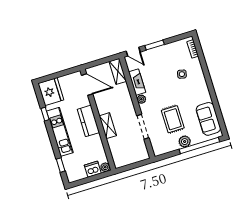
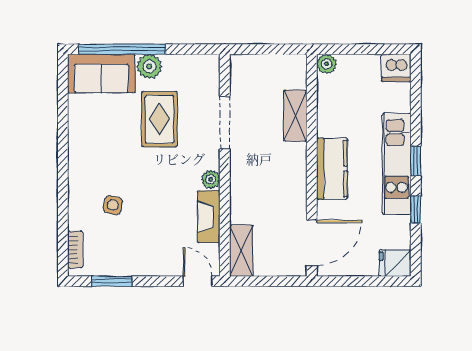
window: (155, 45) -> (112, 281), moved
door: (87, 85) -> (312, 243), swing flipped
fridge: (51, 92) -> (395, 263), width x0.53, depth x0.75
sofa: (208, 119) -> (101, 73), moved, turned 90
shelving: (108, 126) -> (295, 115), moved
window: (61, 165) -> (416, 161), moved
dishwasher: (93, 169) -> (396, 68), moved

